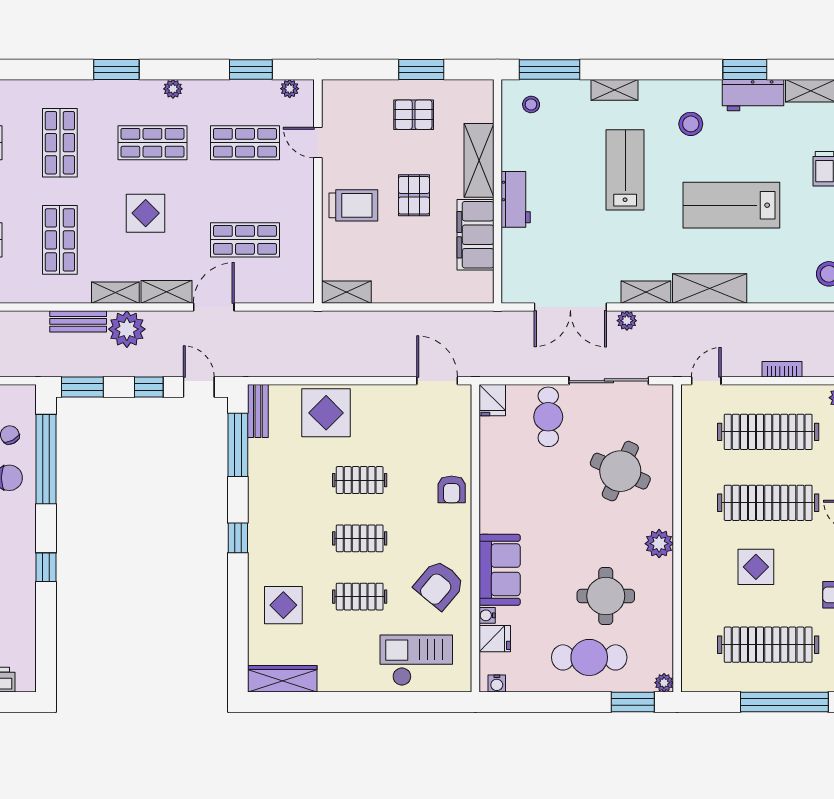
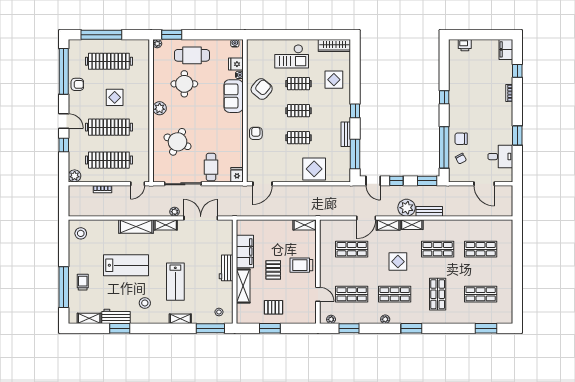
shop shelf: (60, 240) -> (438, 249), turned 90
door: (437, 381) -> (263, 184), hinge flipped
bench: (258, 411) -> (346, 134), moved
checkout: (416, 660) -> (292, 56), moved

